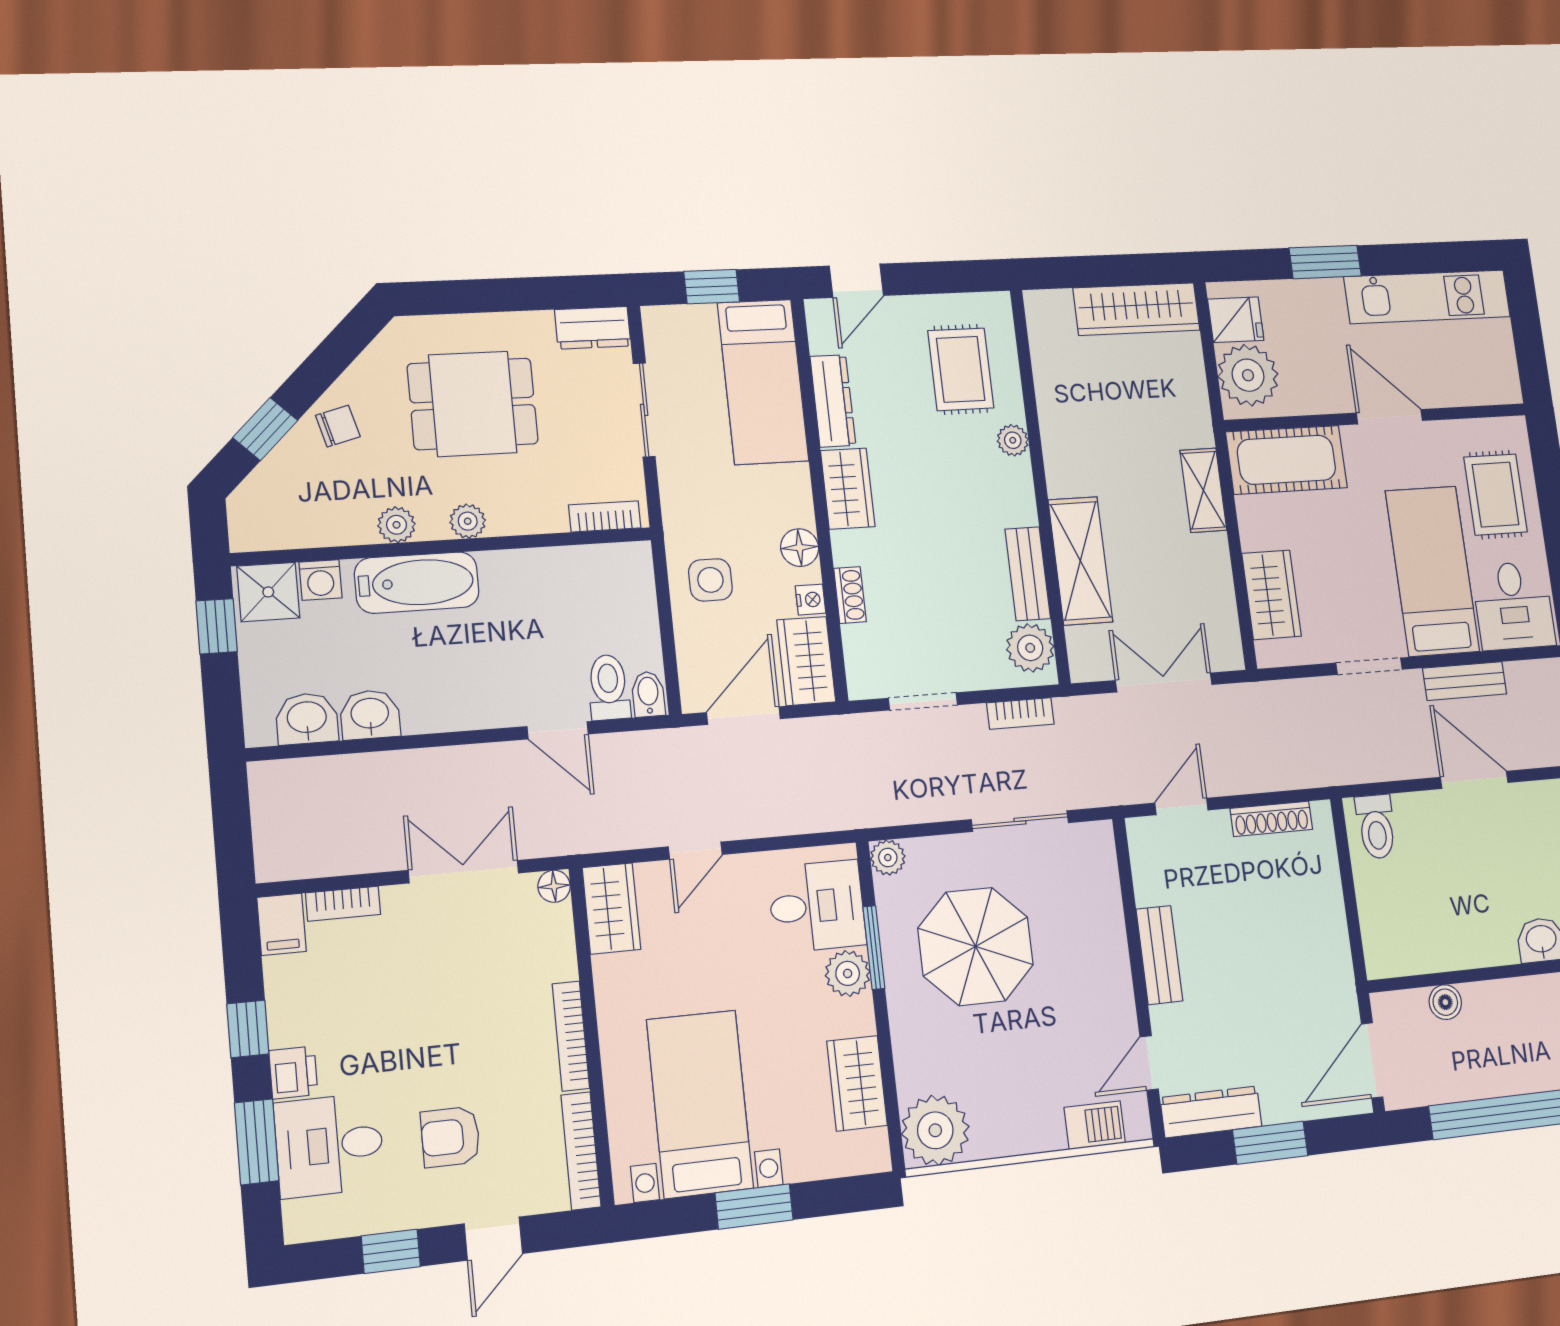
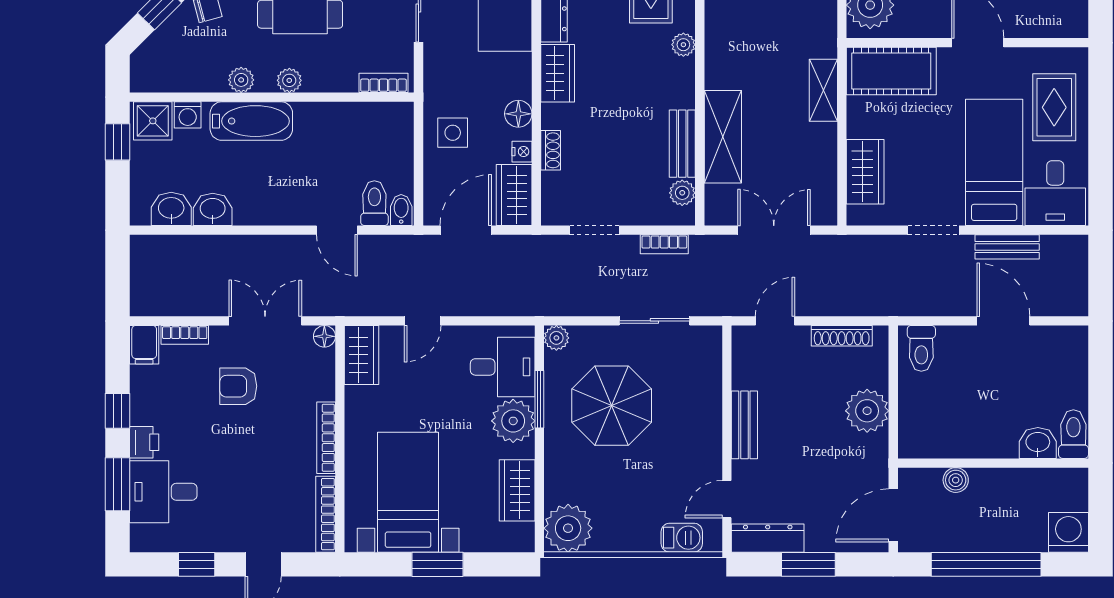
plant: (1030, 648) -> (682, 193), width x0.73, depth x0.73
plant: (1318, 919) -> (867, 411), added
plant: (848, 973) -> (513, 421), width x1.36, depth x1.36
armchair: (450, 1137) -> (238, 386), moved

